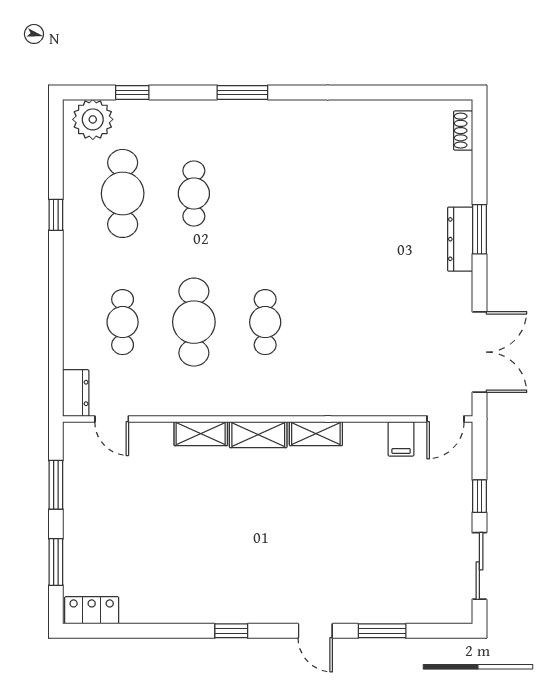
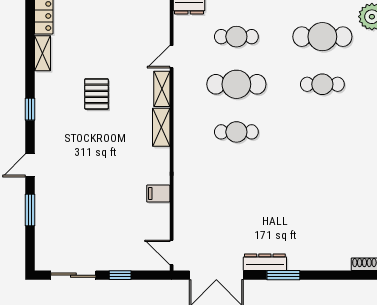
window: (479, 229) -> (283, 275), moved
dresser: (460, 239) -> (265, 262), moved
door: (112, 419) -> (172, 57), moved
shelving: (316, 434) -> (43, 53), moved
filing cabinet: (401, 439) -> (158, 194), moved
pallet: (208, 531) -> (97, 94), added

